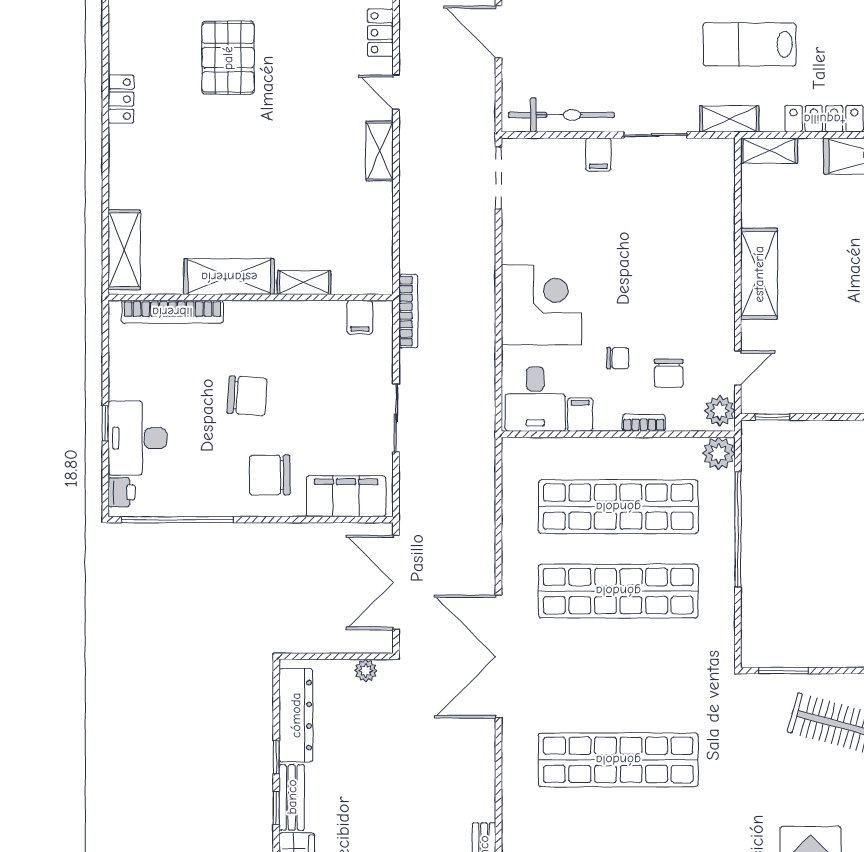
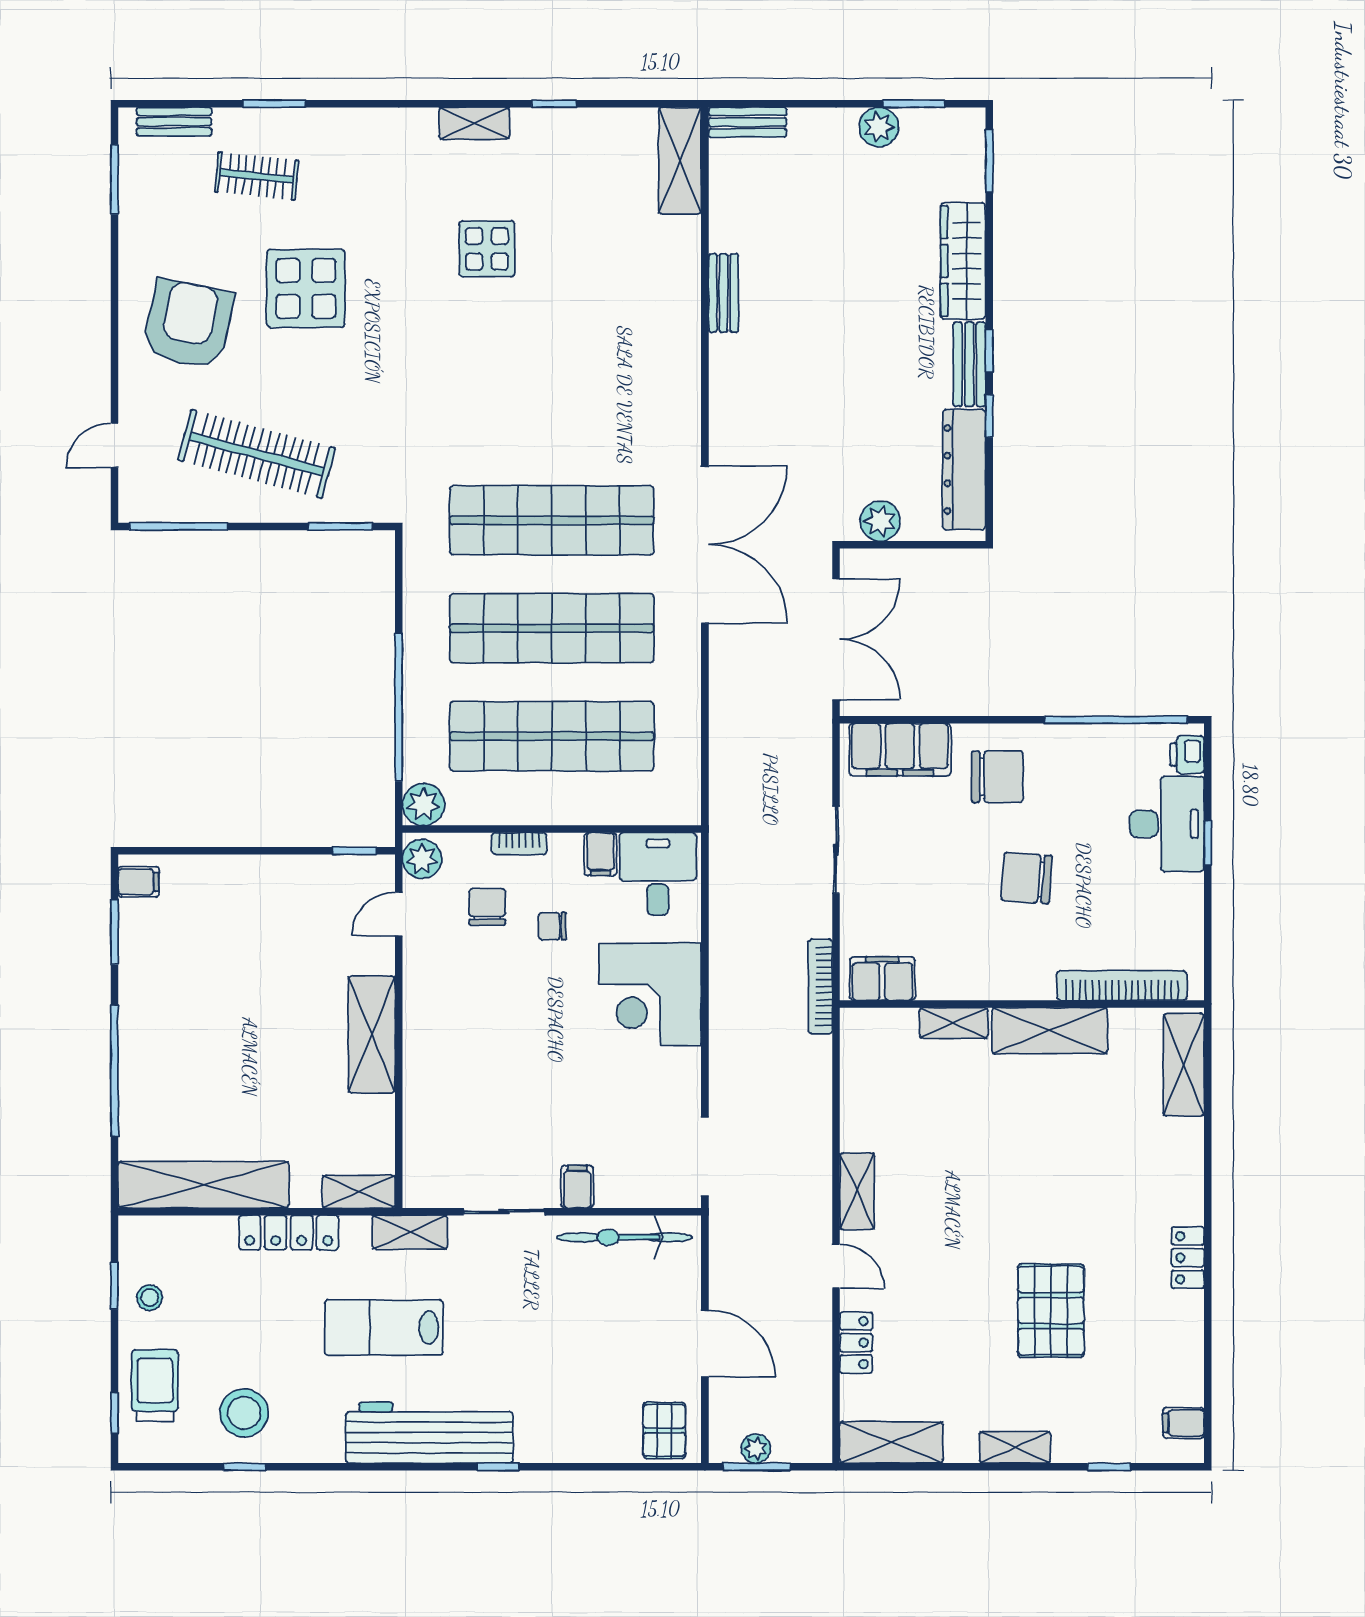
lab bench: (749, 44) -> (384, 1328), turned 180
filing cabinet: (360, 317) -> (882, 979), width x2.00
plant: (366, 671) -> (880, 521), width x1.38, depth x1.38
shop shelf: (618, 760) -> (552, 520), moved

